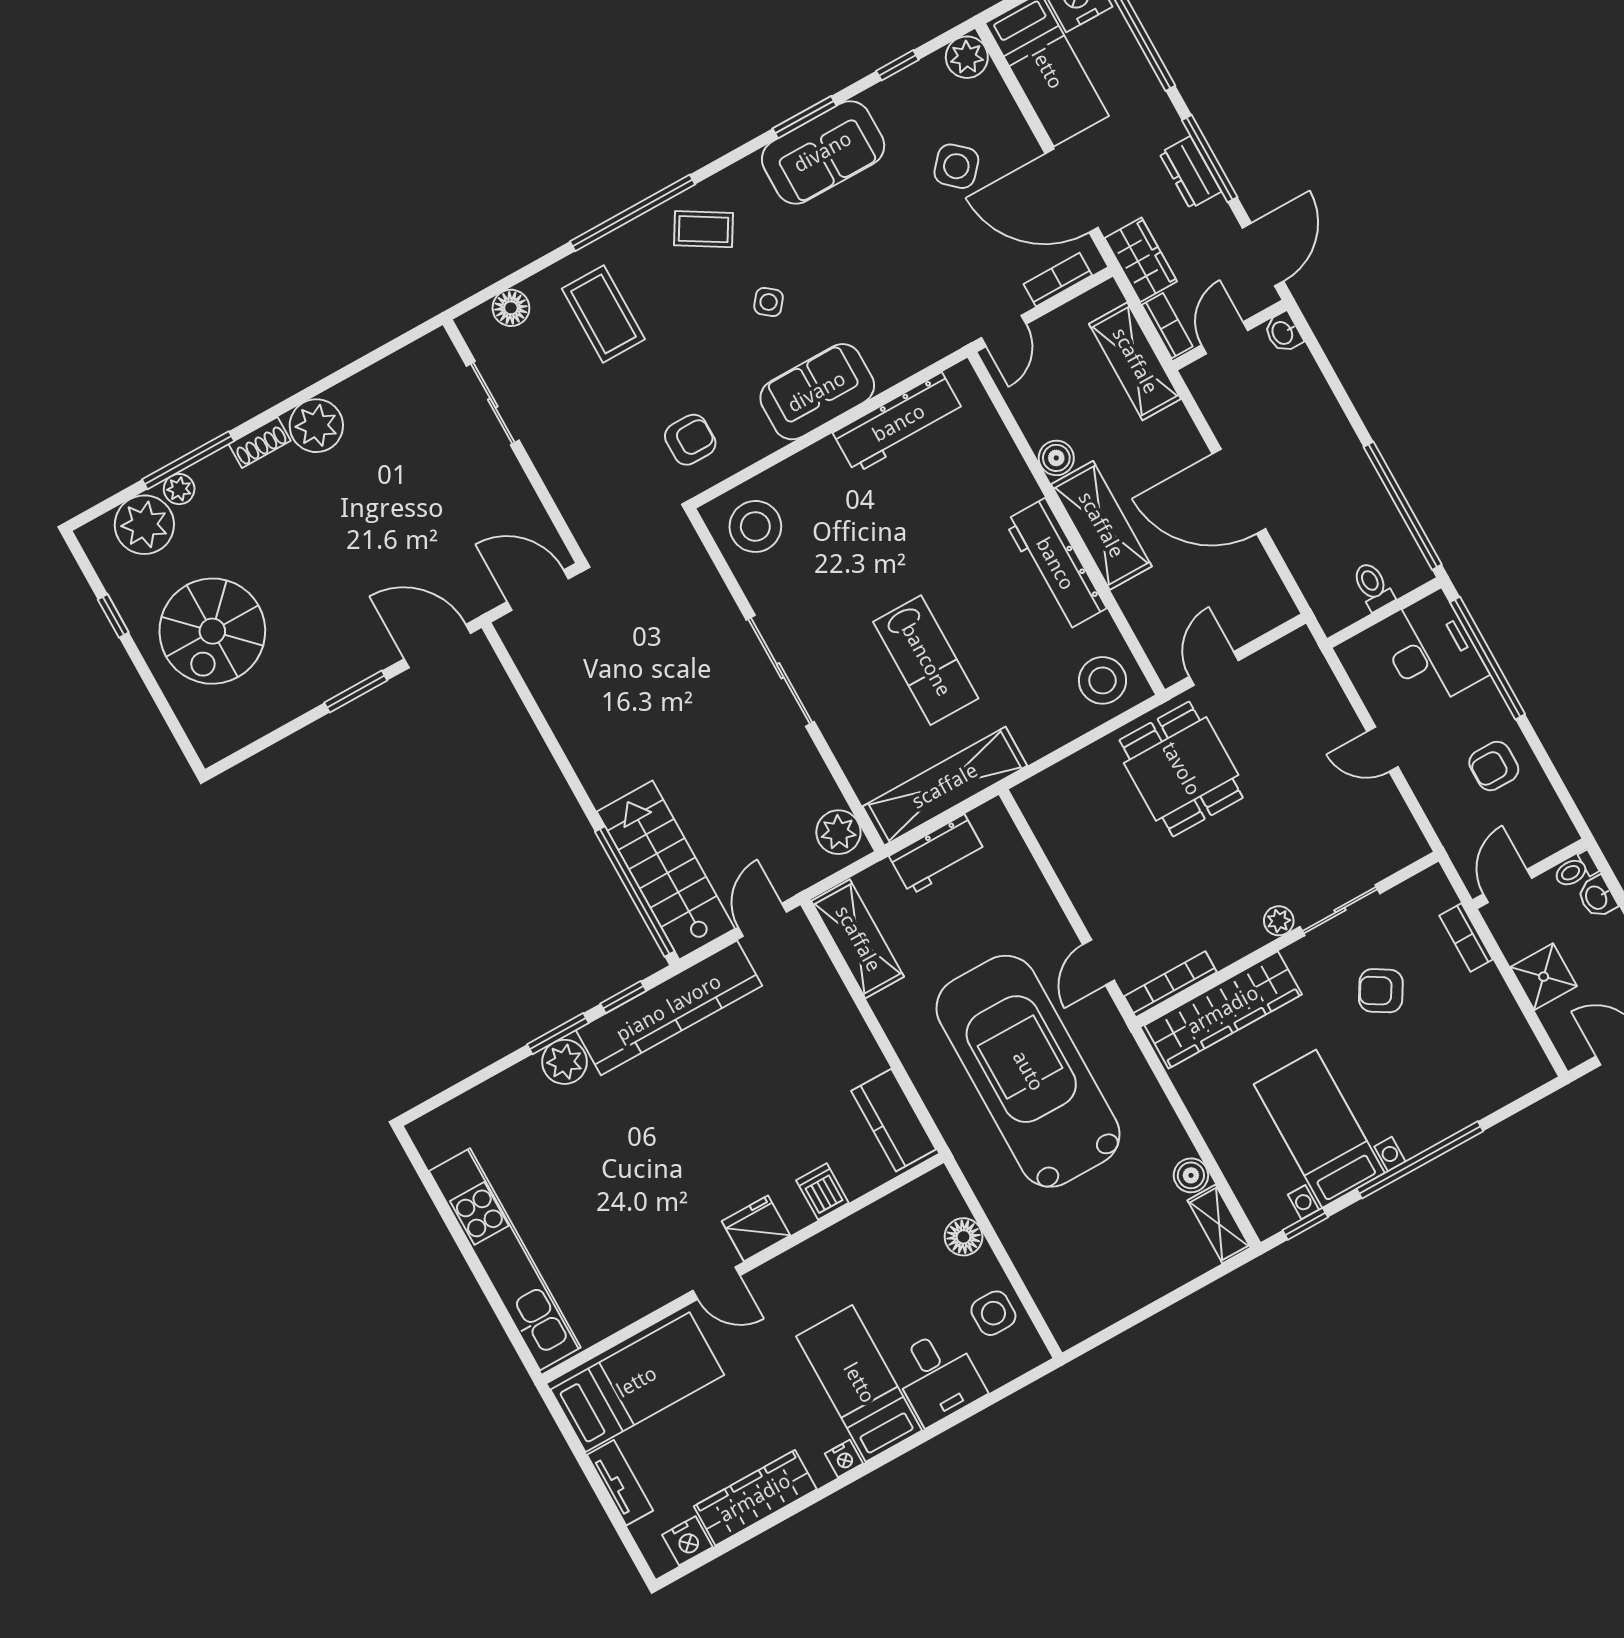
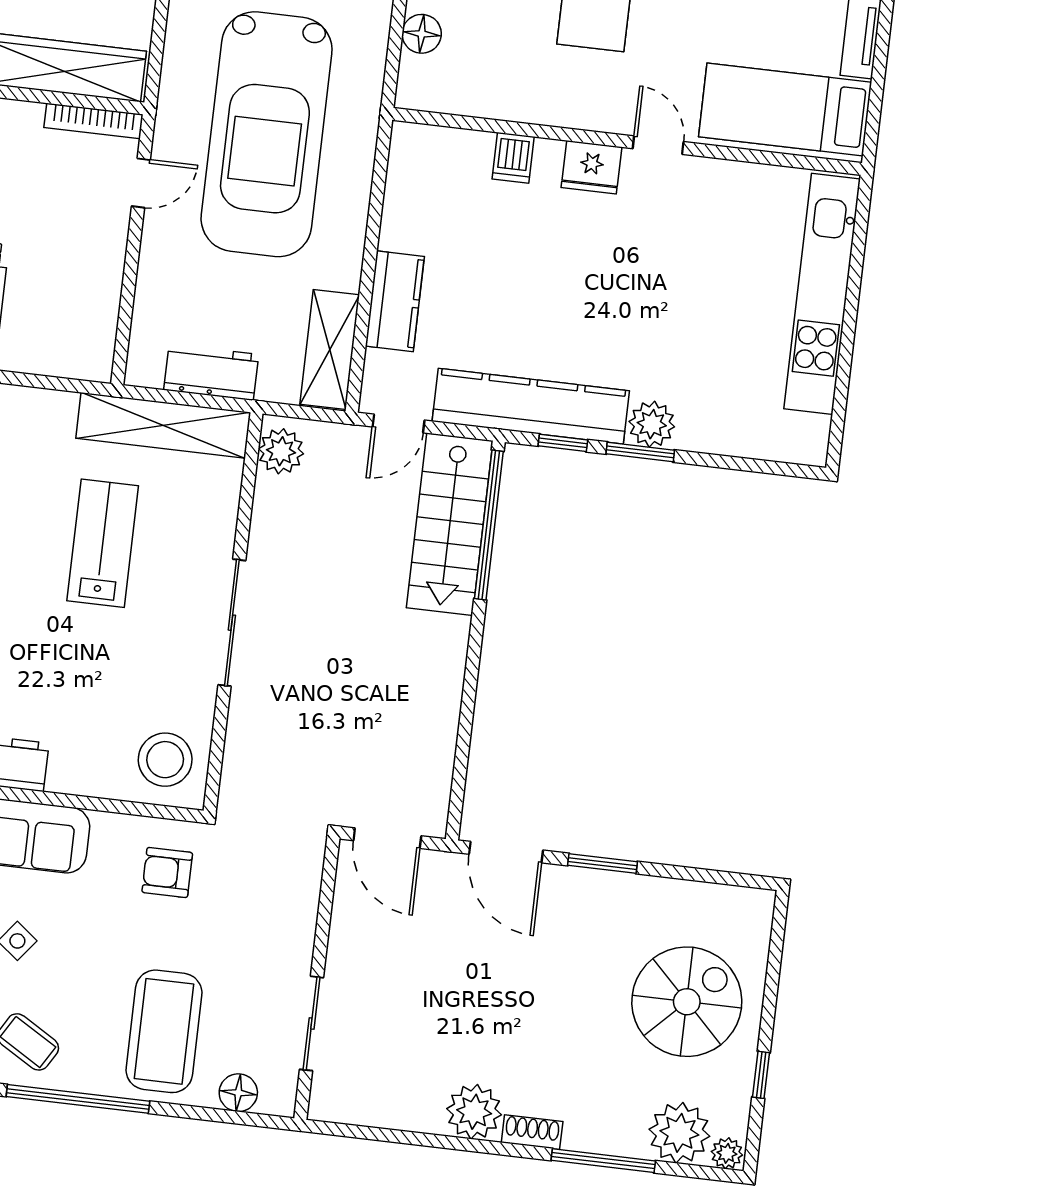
coffee table: (603, 314) -> (164, 1031), width x1.36, depth x1.32
plant: (179, 489) -> (727, 1153), moved
kitchen counter: (894, 1120) -> (395, 301), moved

